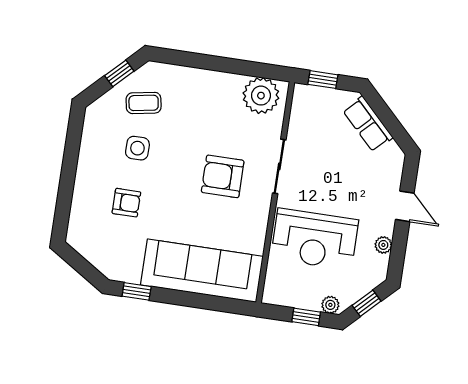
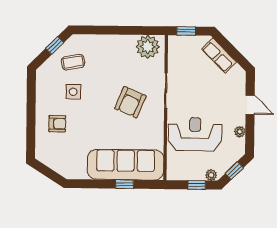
armchair: (223, 176) -> (130, 102), turned -67
armchair: (126, 203) -> (57, 124), moved
reception desk: (315, 239) -> (195, 134), turned 180
window: (137, 291) -> (125, 184), moved

